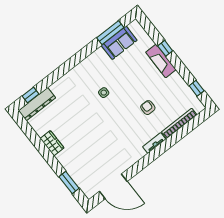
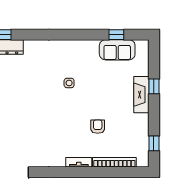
window: (110, 33) -> (116, 35), width x0.46

